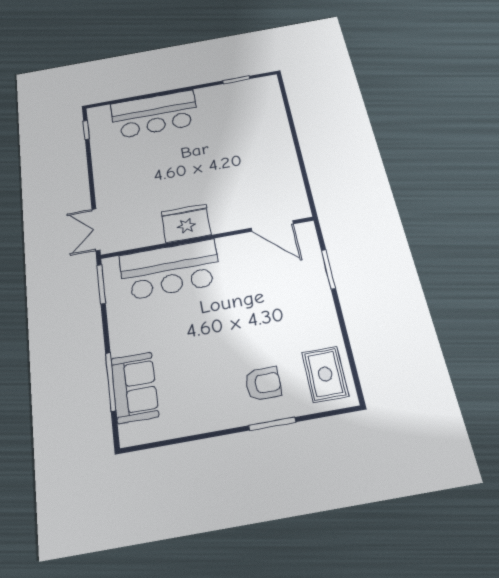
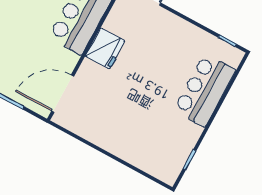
door: (272, 226) -> (63, 94), width x1.36

